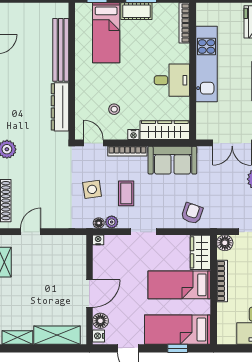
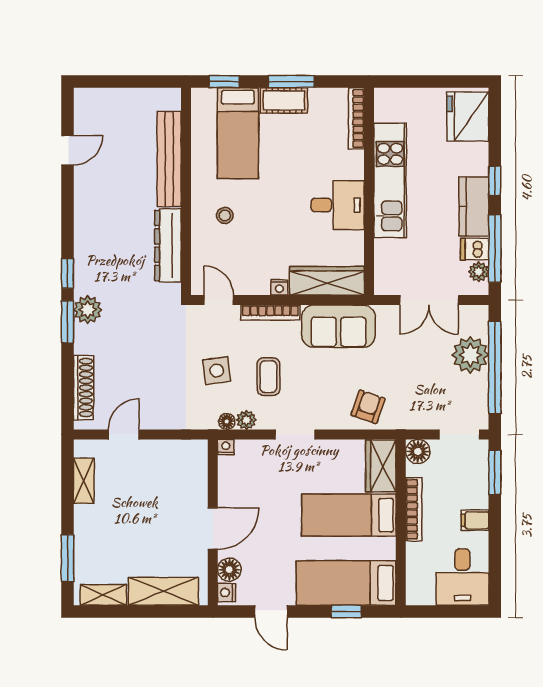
stool: (114, 109) -> (225, 215), moved

